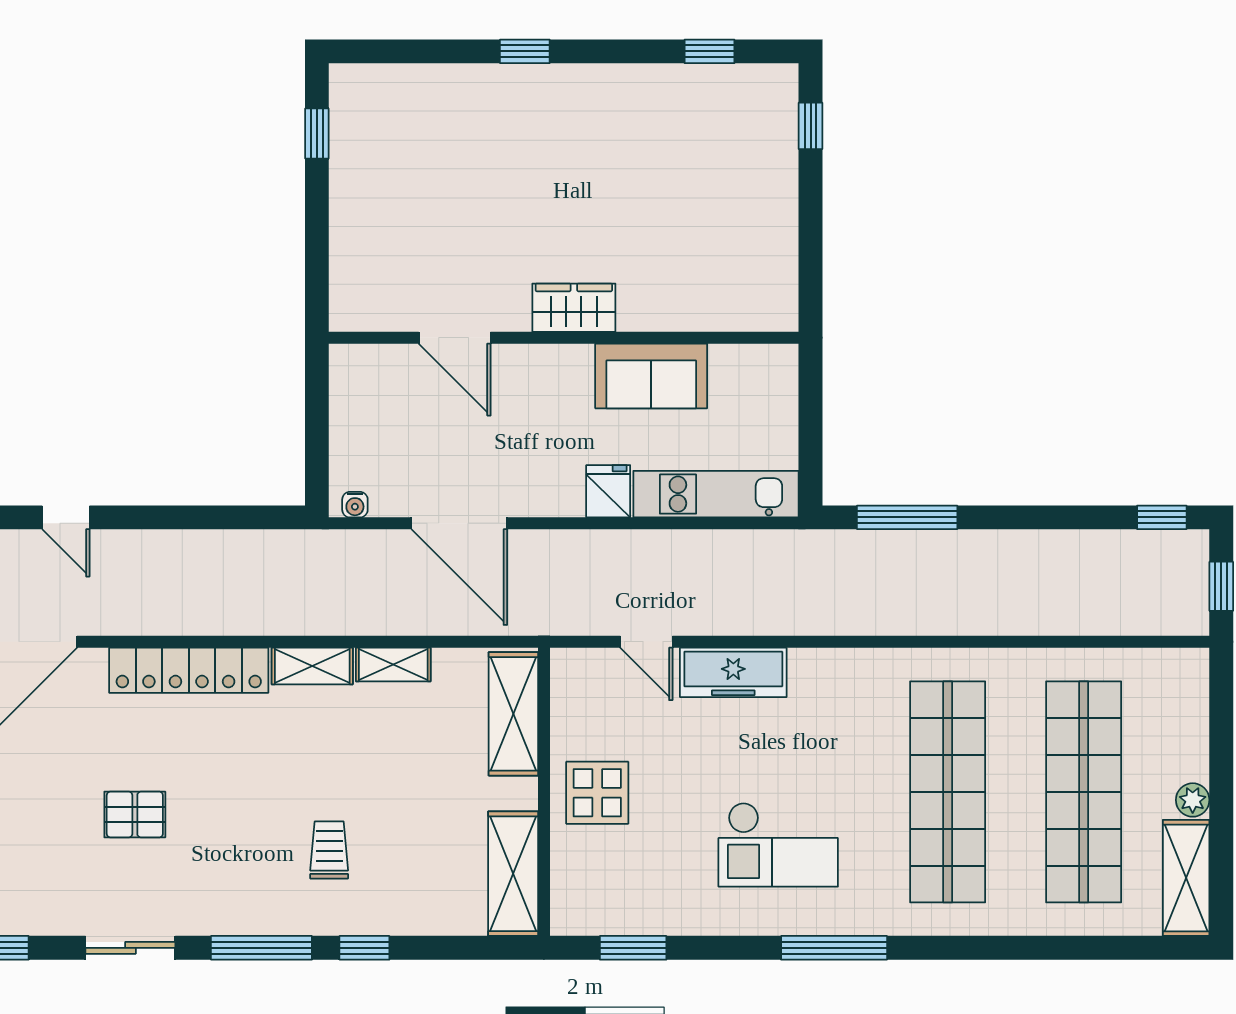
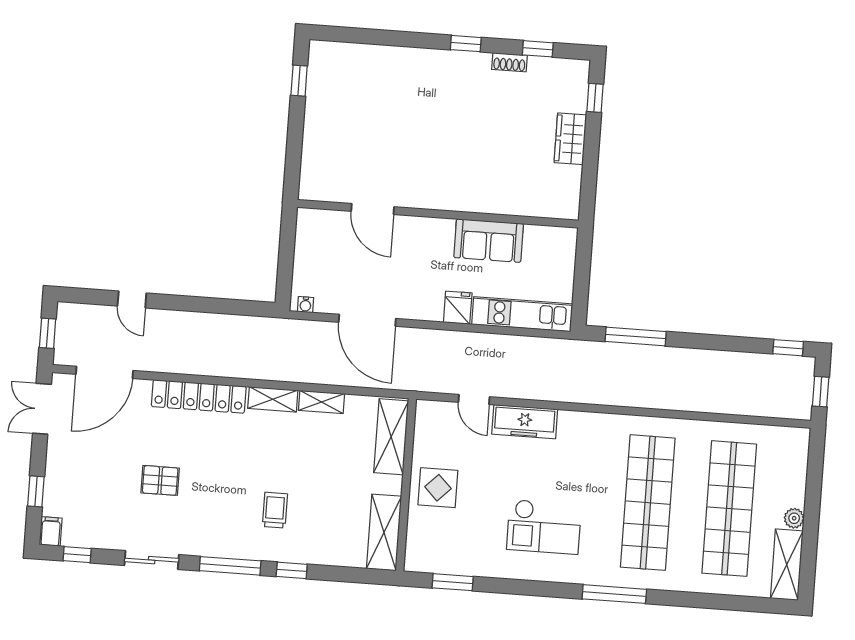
window: (525, 51) -> (466, 44), moved
shoe rack: (664, 77) -> (509, 62), added
wardrobe: (574, 308) -> (570, 139), moved, turned -90
window: (834, 948) -> (614, 594), moved

